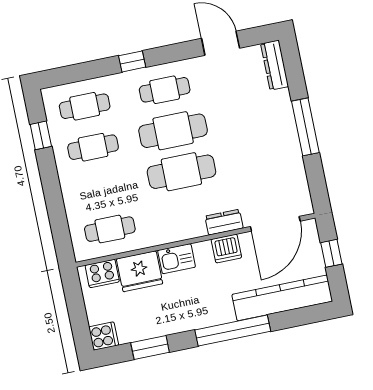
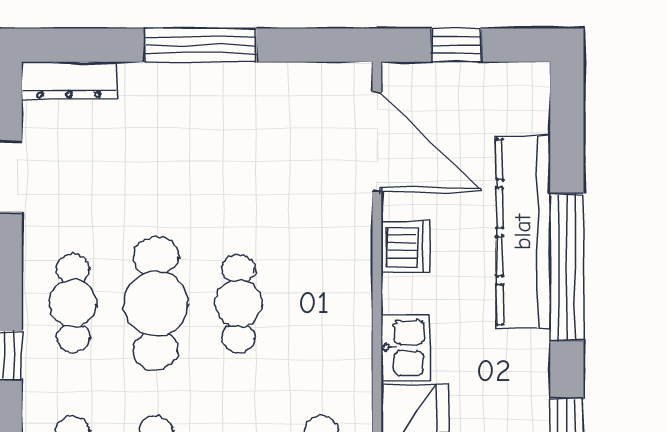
cafe table: (181, 172) -> (239, 303), width x0.73, depth x0.74
dresser: (224, 222) -> (353, 241), removed
kitchen counter: (282, 298) -> (523, 232), moved

